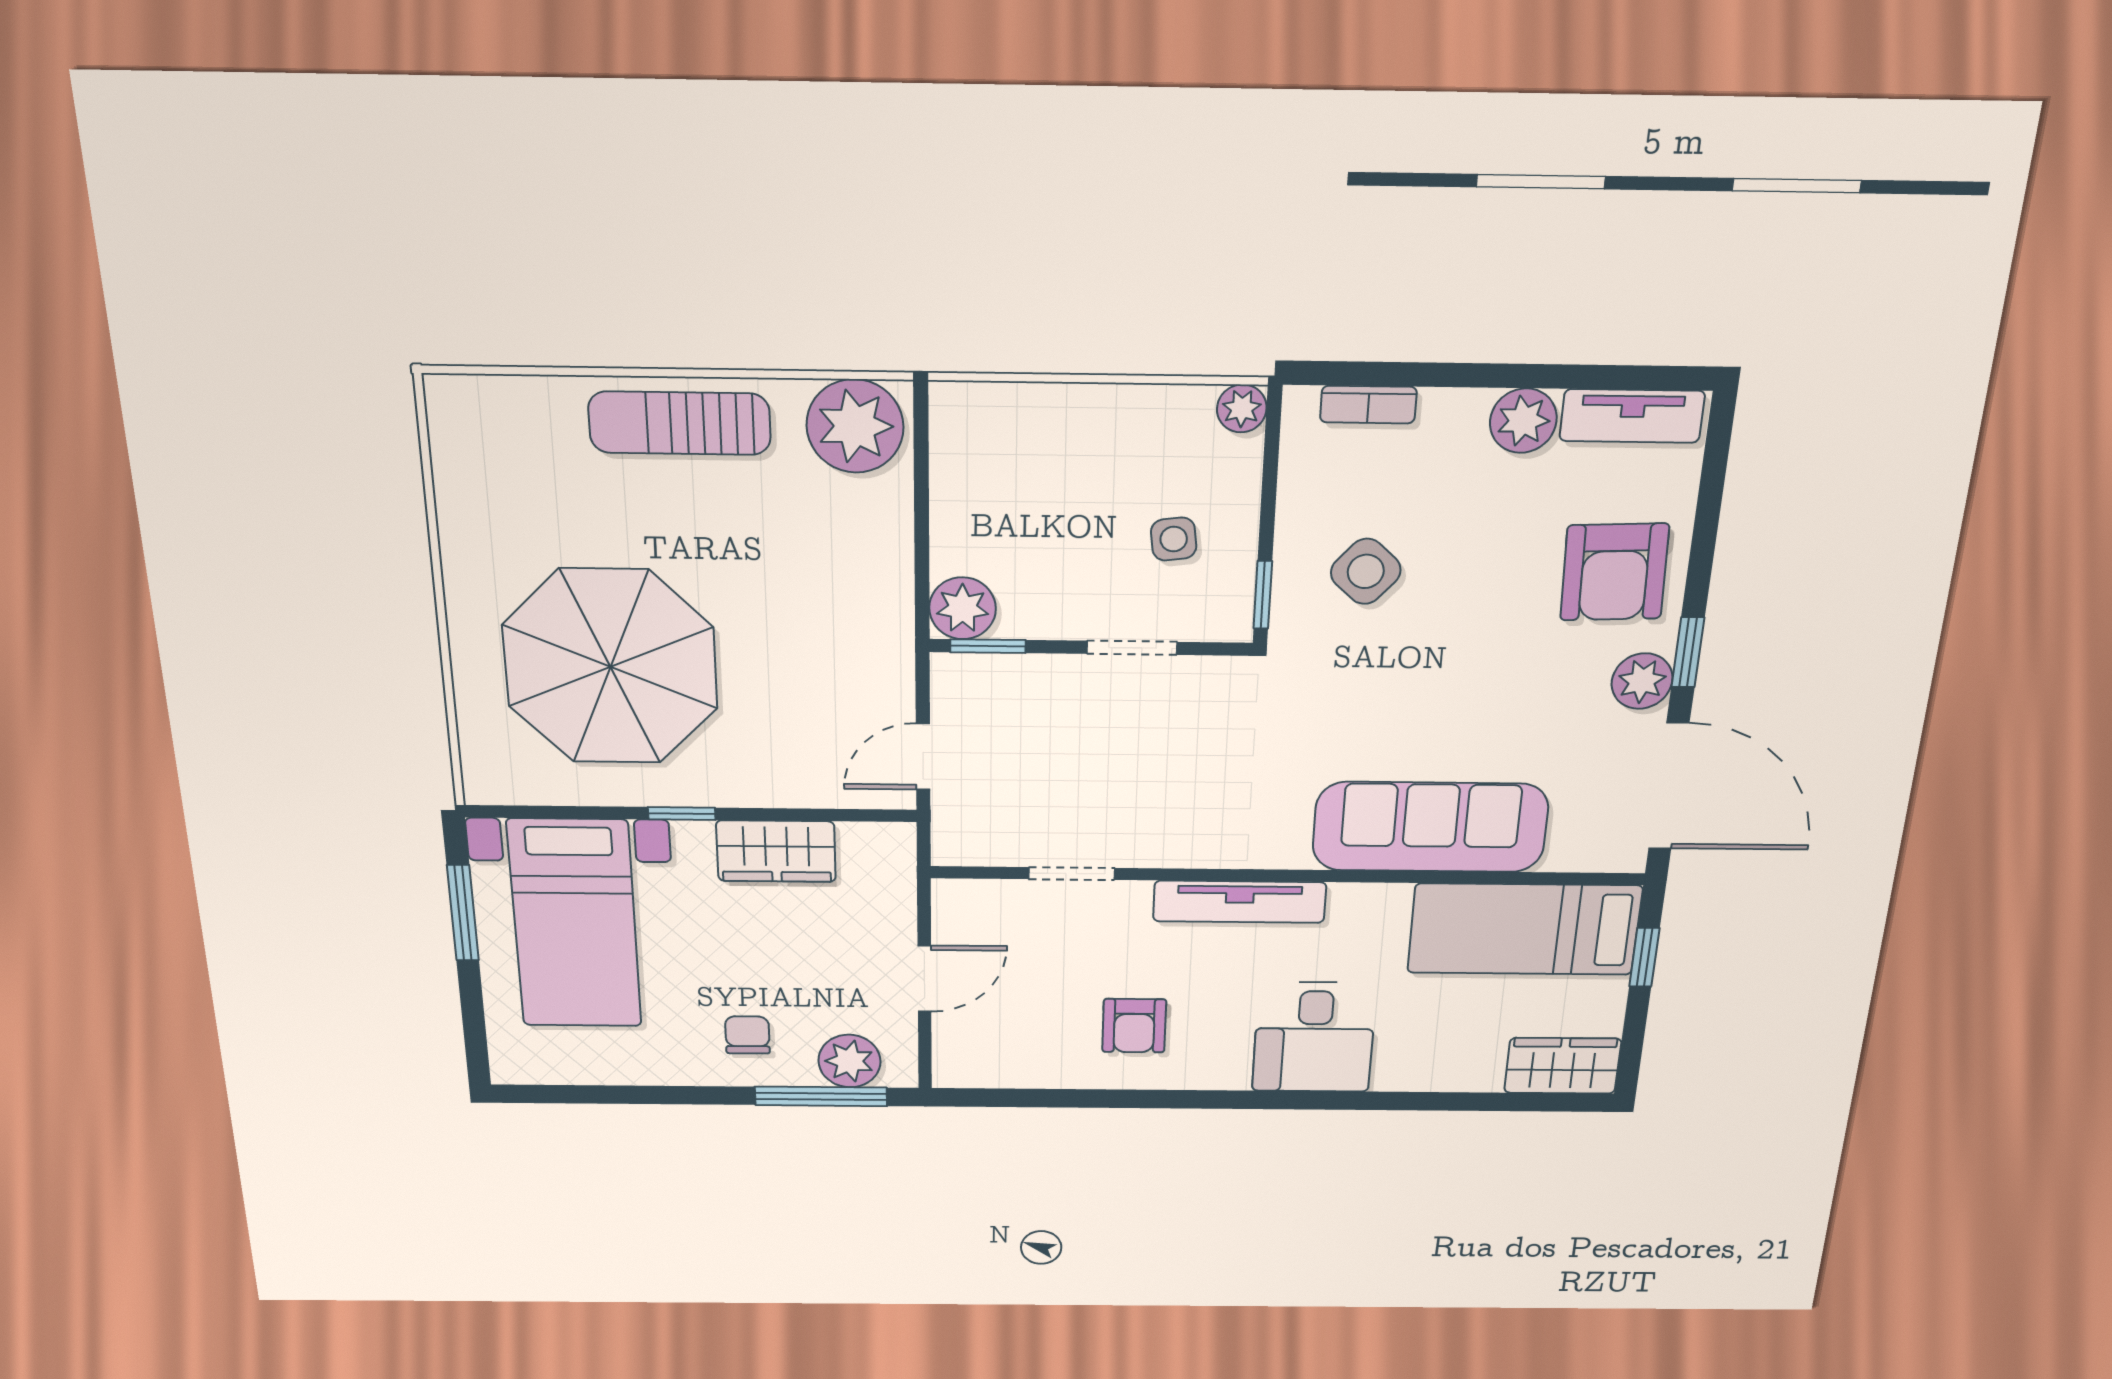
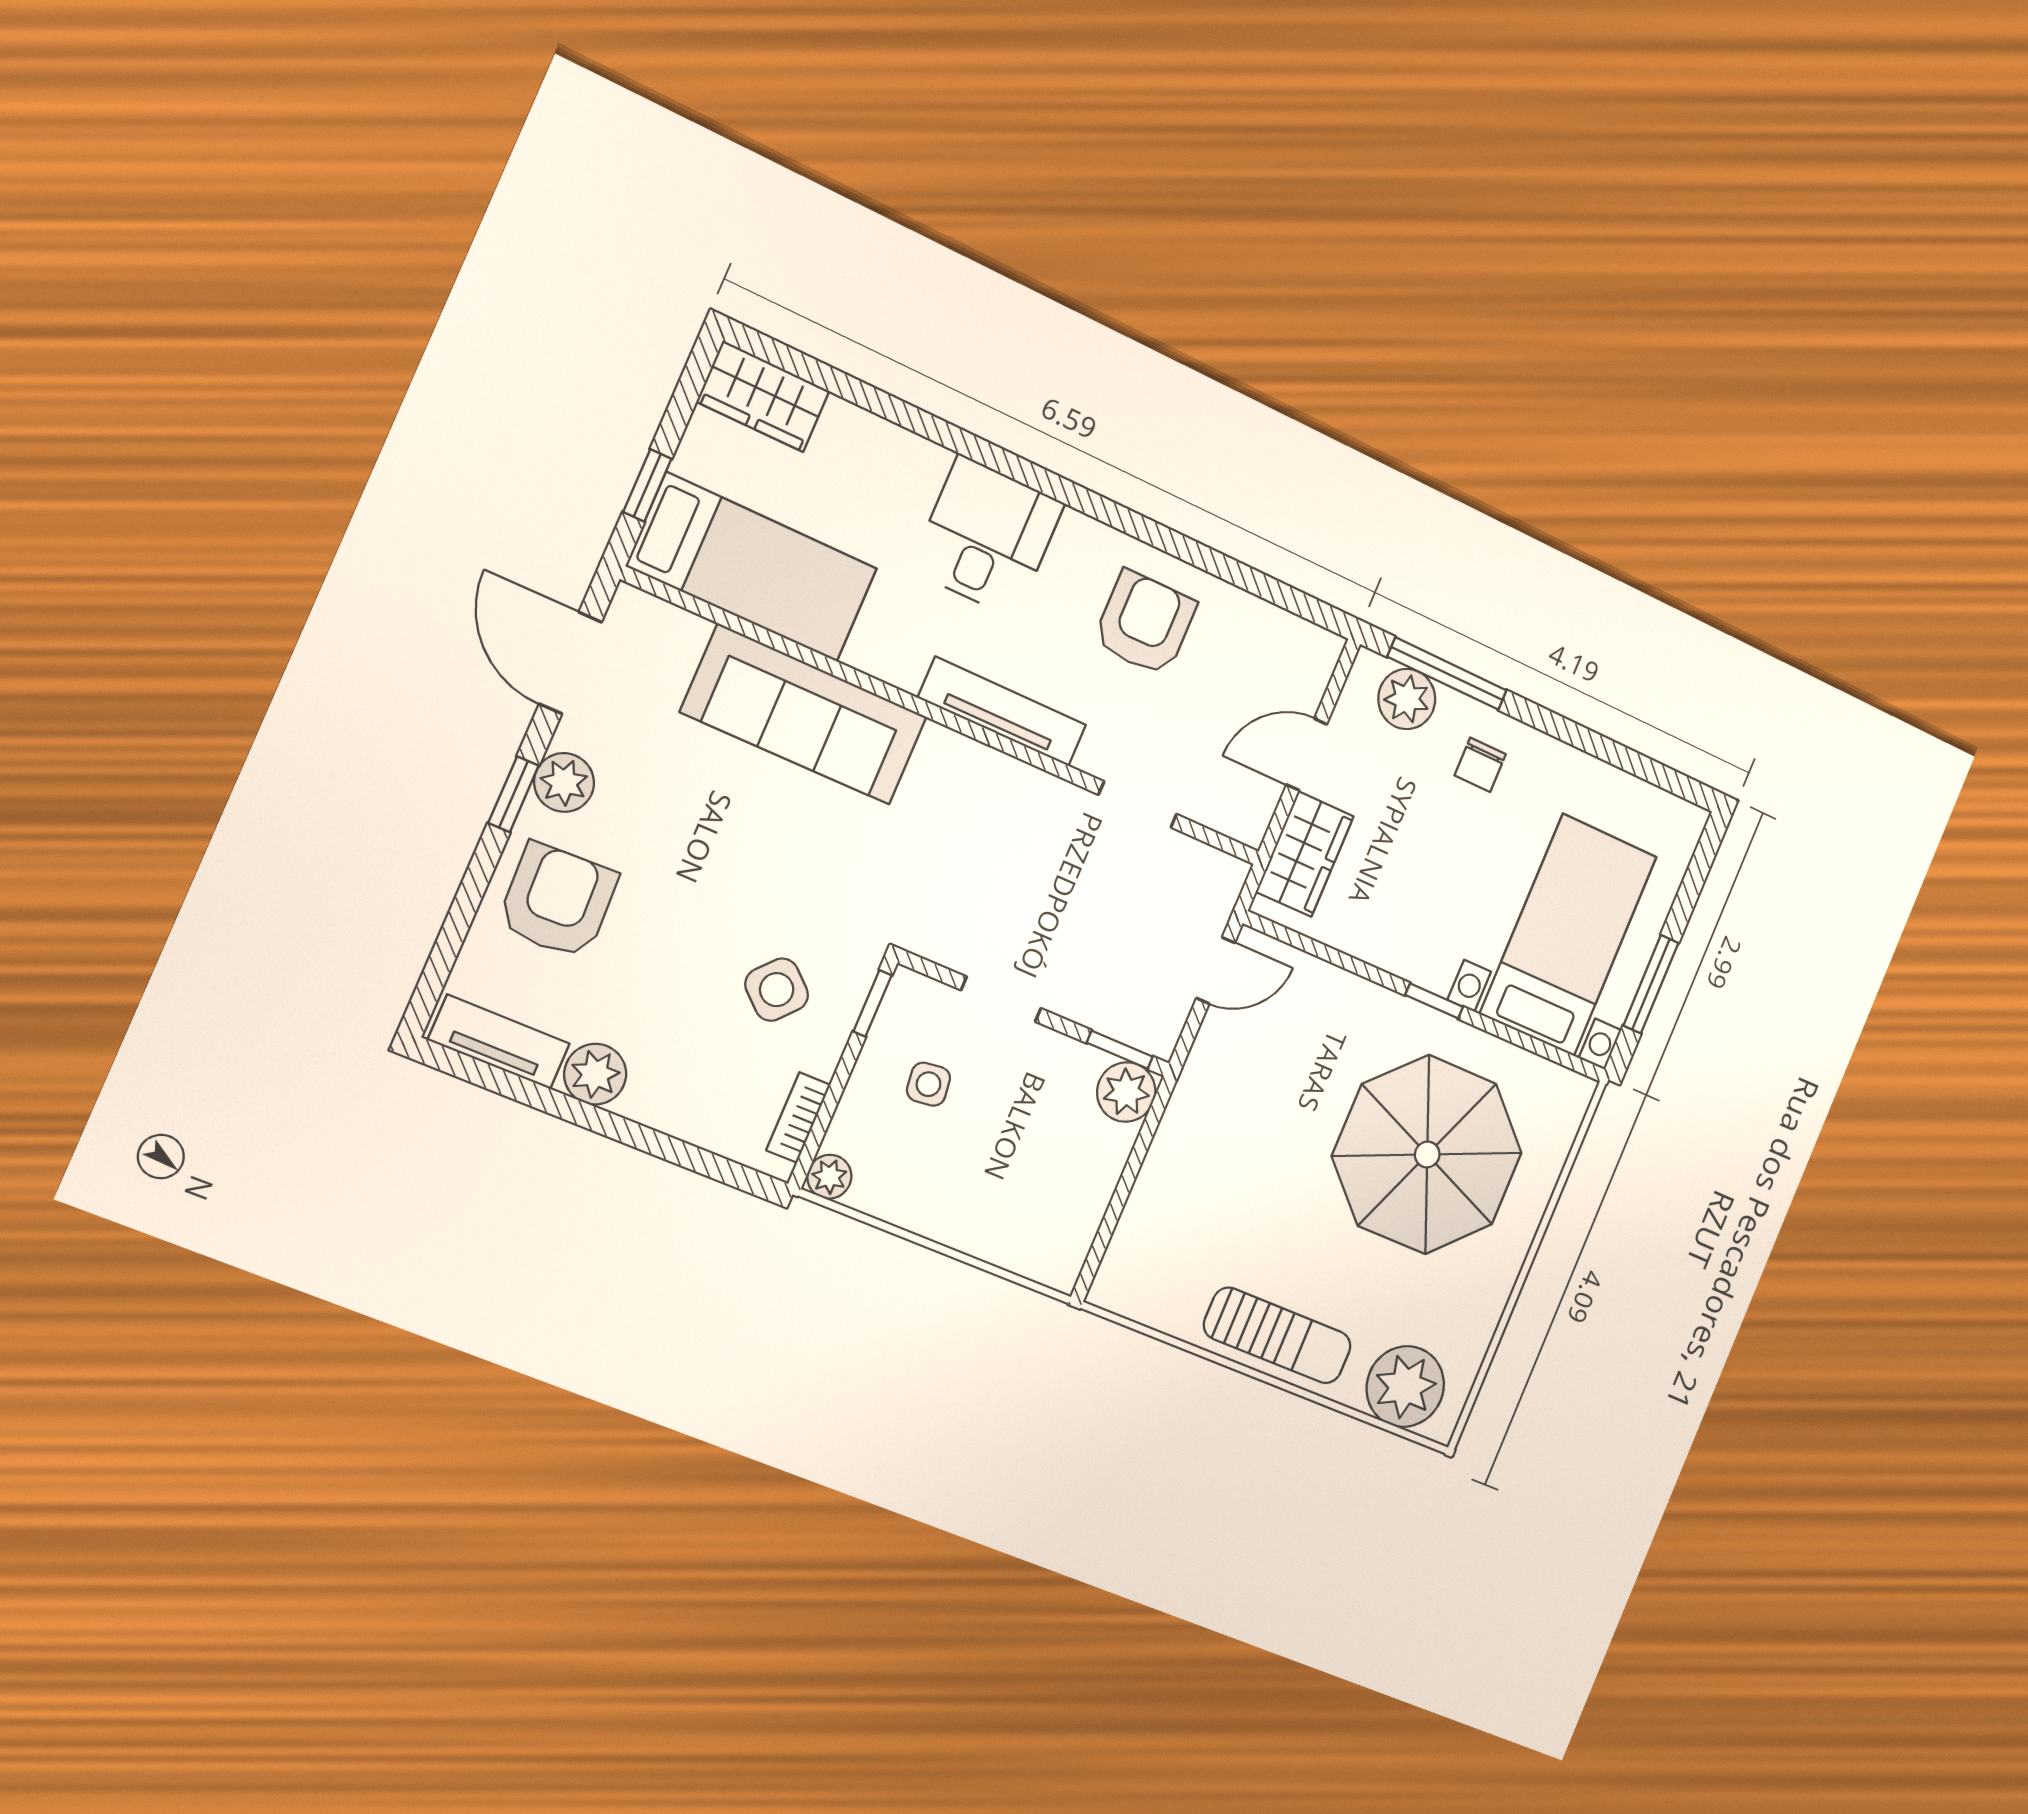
bookcase: (1368, 405) -> (798, 1117), moved, turned -90
plant: (855, 426) -> (1405, 1387), moved
door: (1669, 786) -> (570, 663), width x0.73
wardrobe: (776, 851) -> (1305, 854), moved, turned 90
armchair: (1134, 1026) -> (1145, 623), width x1.38, depth x1.38

